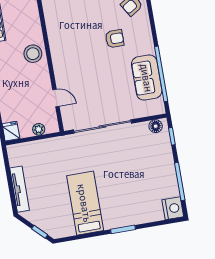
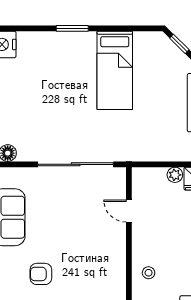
stool: (33, 54) -> (149, 273), width x0.53, depth x0.53
plant: (39, 129) -> (175, 175), moved

